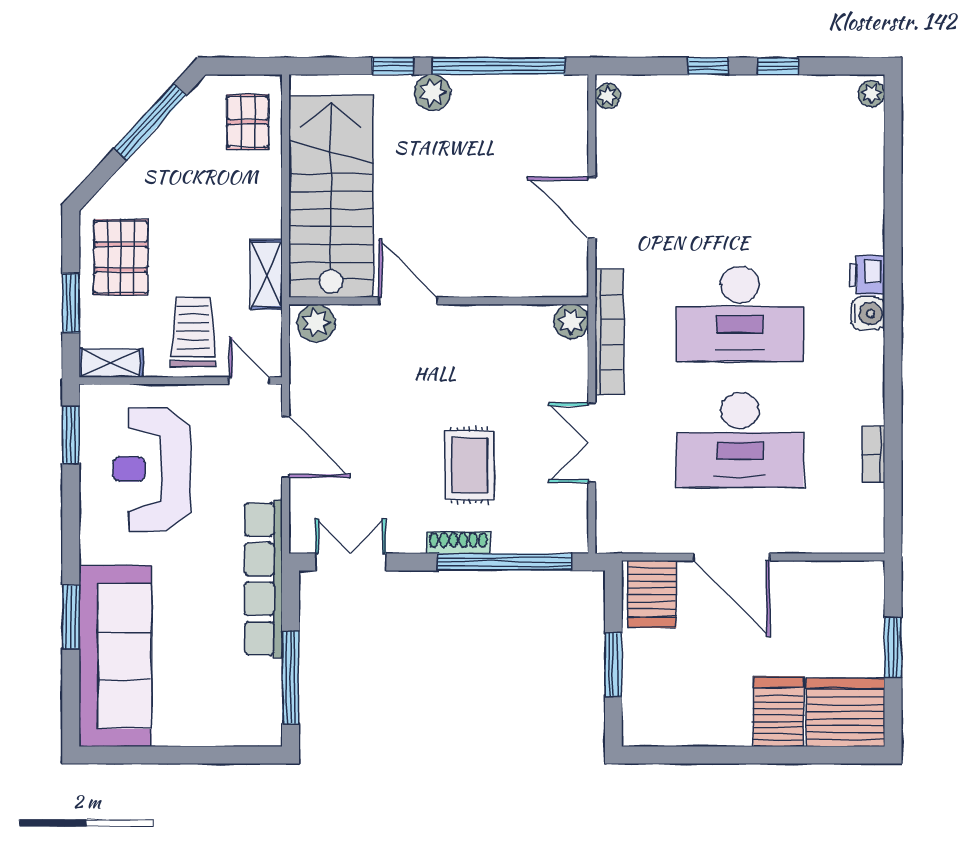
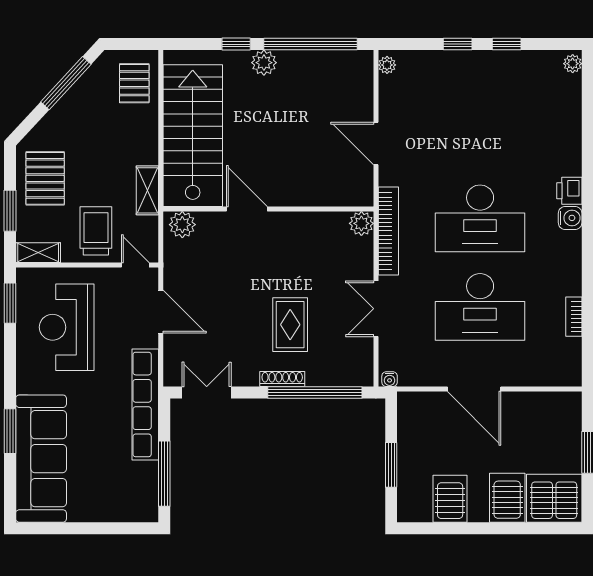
water cooler: (611, 543) -> (390, 379), added
server rack: (652, 594) -> (450, 499), moved, turned 180

